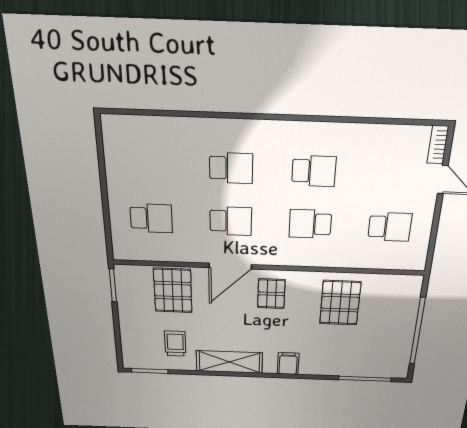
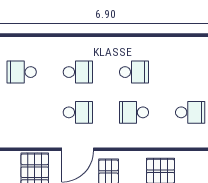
school desk: (151, 218) -> (22, 72), moved, turned 180

